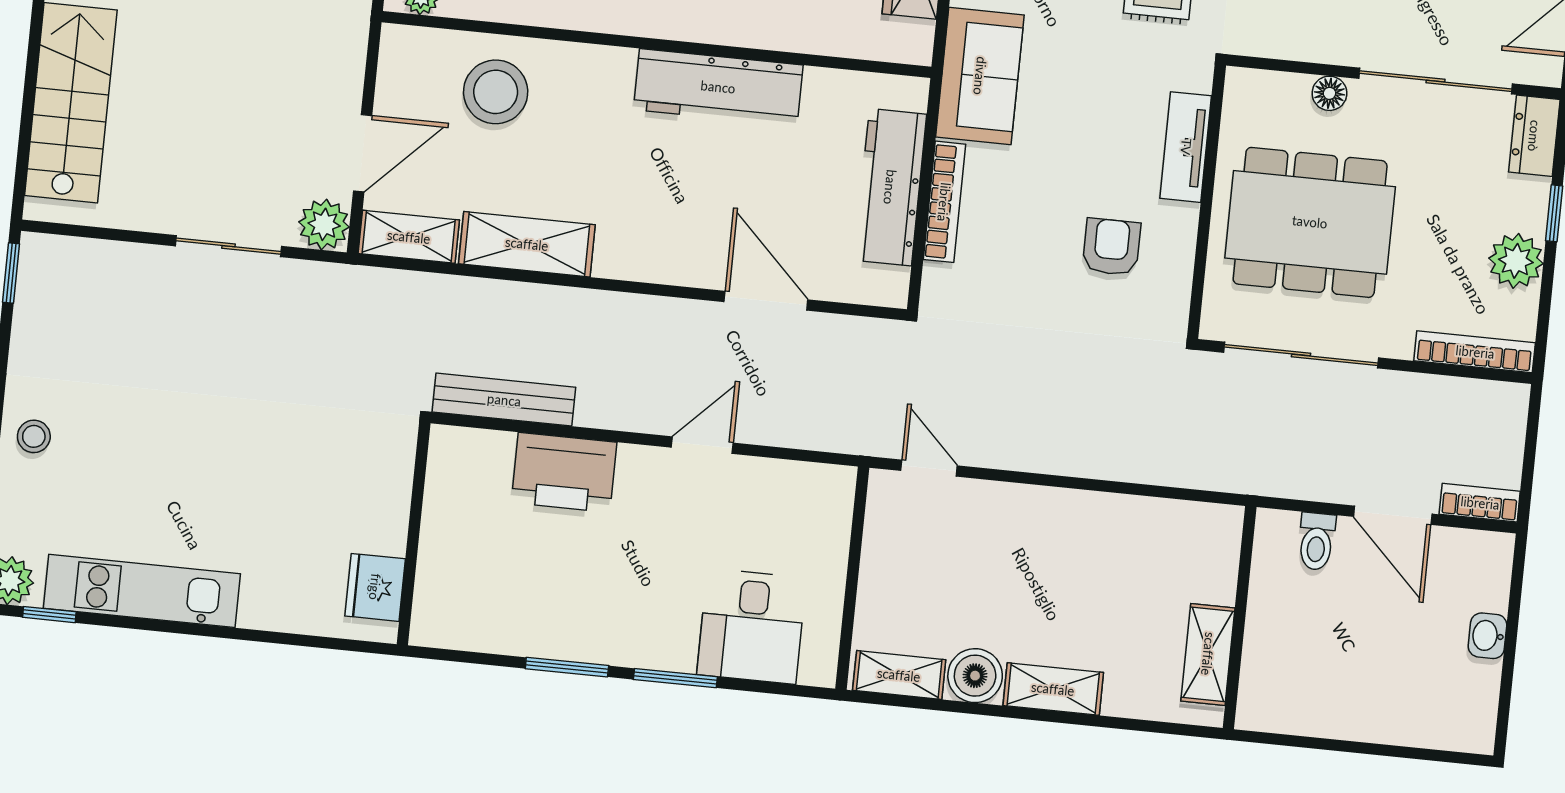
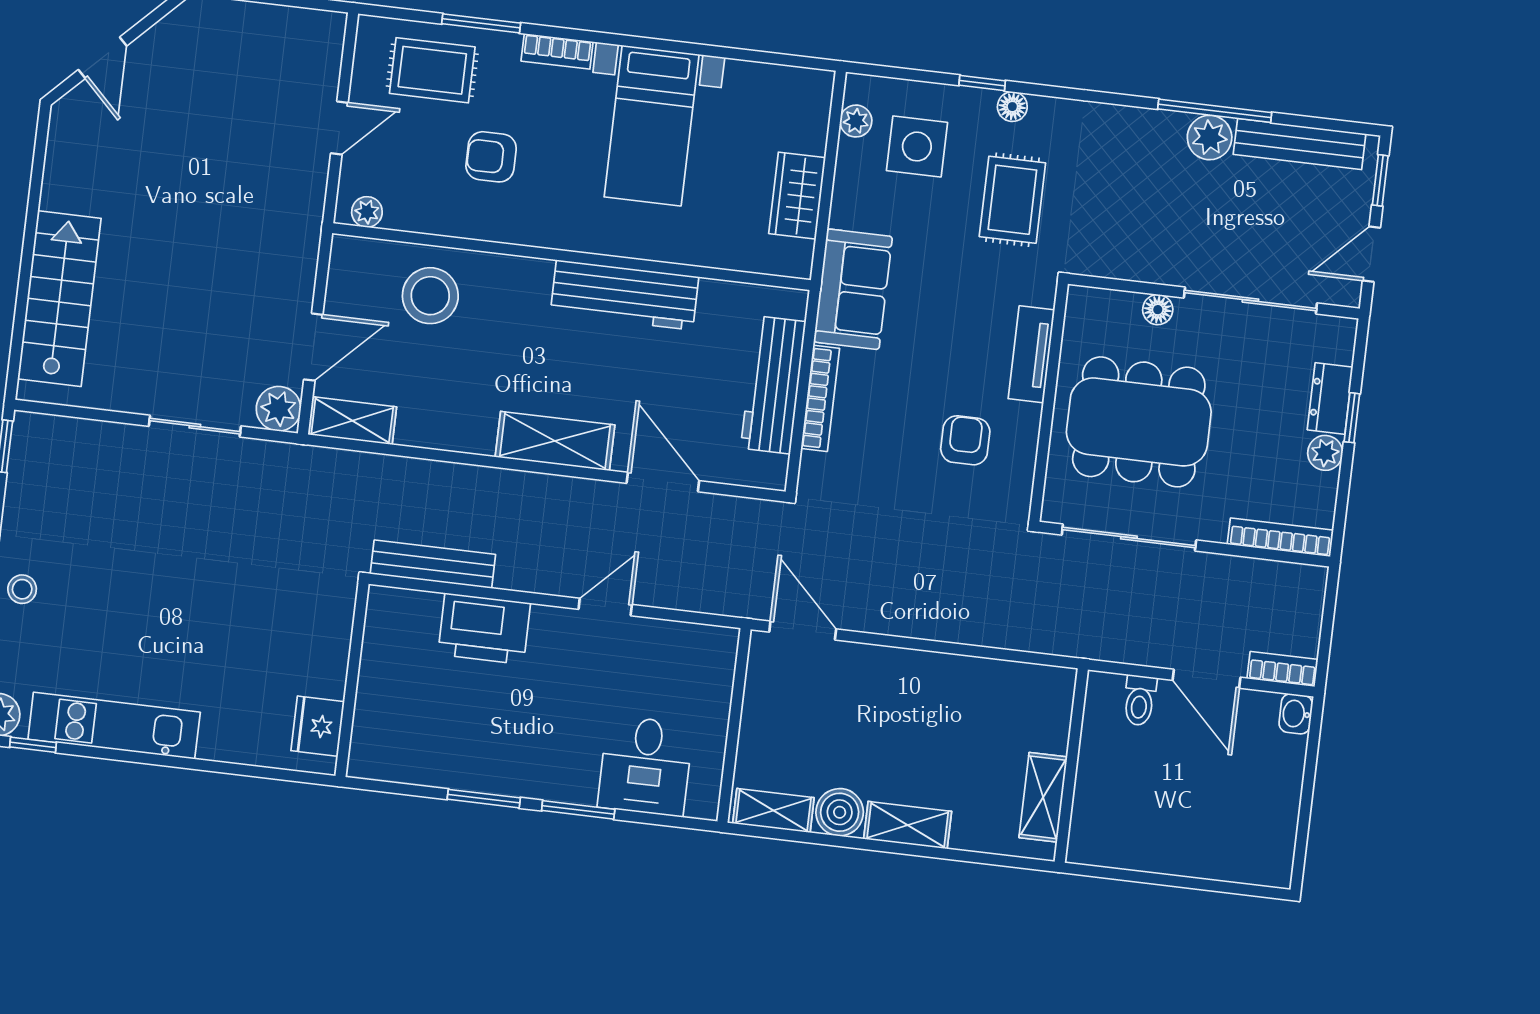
dresser: (1534, 136) -> (1330, 398), moved
shelving: (527, 244) -> (555, 441), moved
plant: (1516, 261) -> (1325, 453), width x0.73, depth x0.73
door: (929, 468) -> (803, 631), width x1.38
washbasin: (1487, 636) -> (1296, 714), moved

